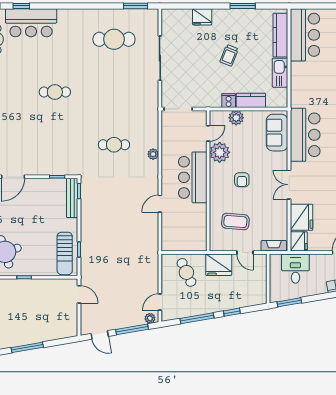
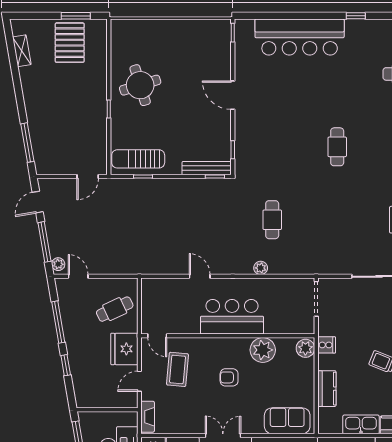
cooker: (229, 101) -> (327, 345), moved
plant: (236, 118) -> (305, 348), moved
door: (208, 133) -> (157, 336), moved
window: (27, 347) -> (27, 143), moved

